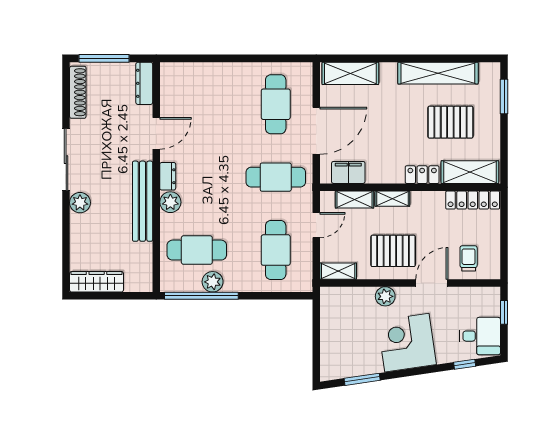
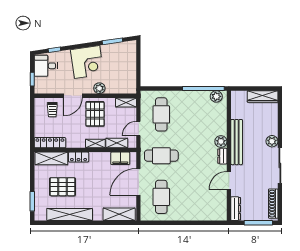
cafe table: (197, 250) -> (206, 114), removed
pallet: (393, 251) -> (95, 114), turned 90
plant: (213, 282) -> (216, 96), moved

